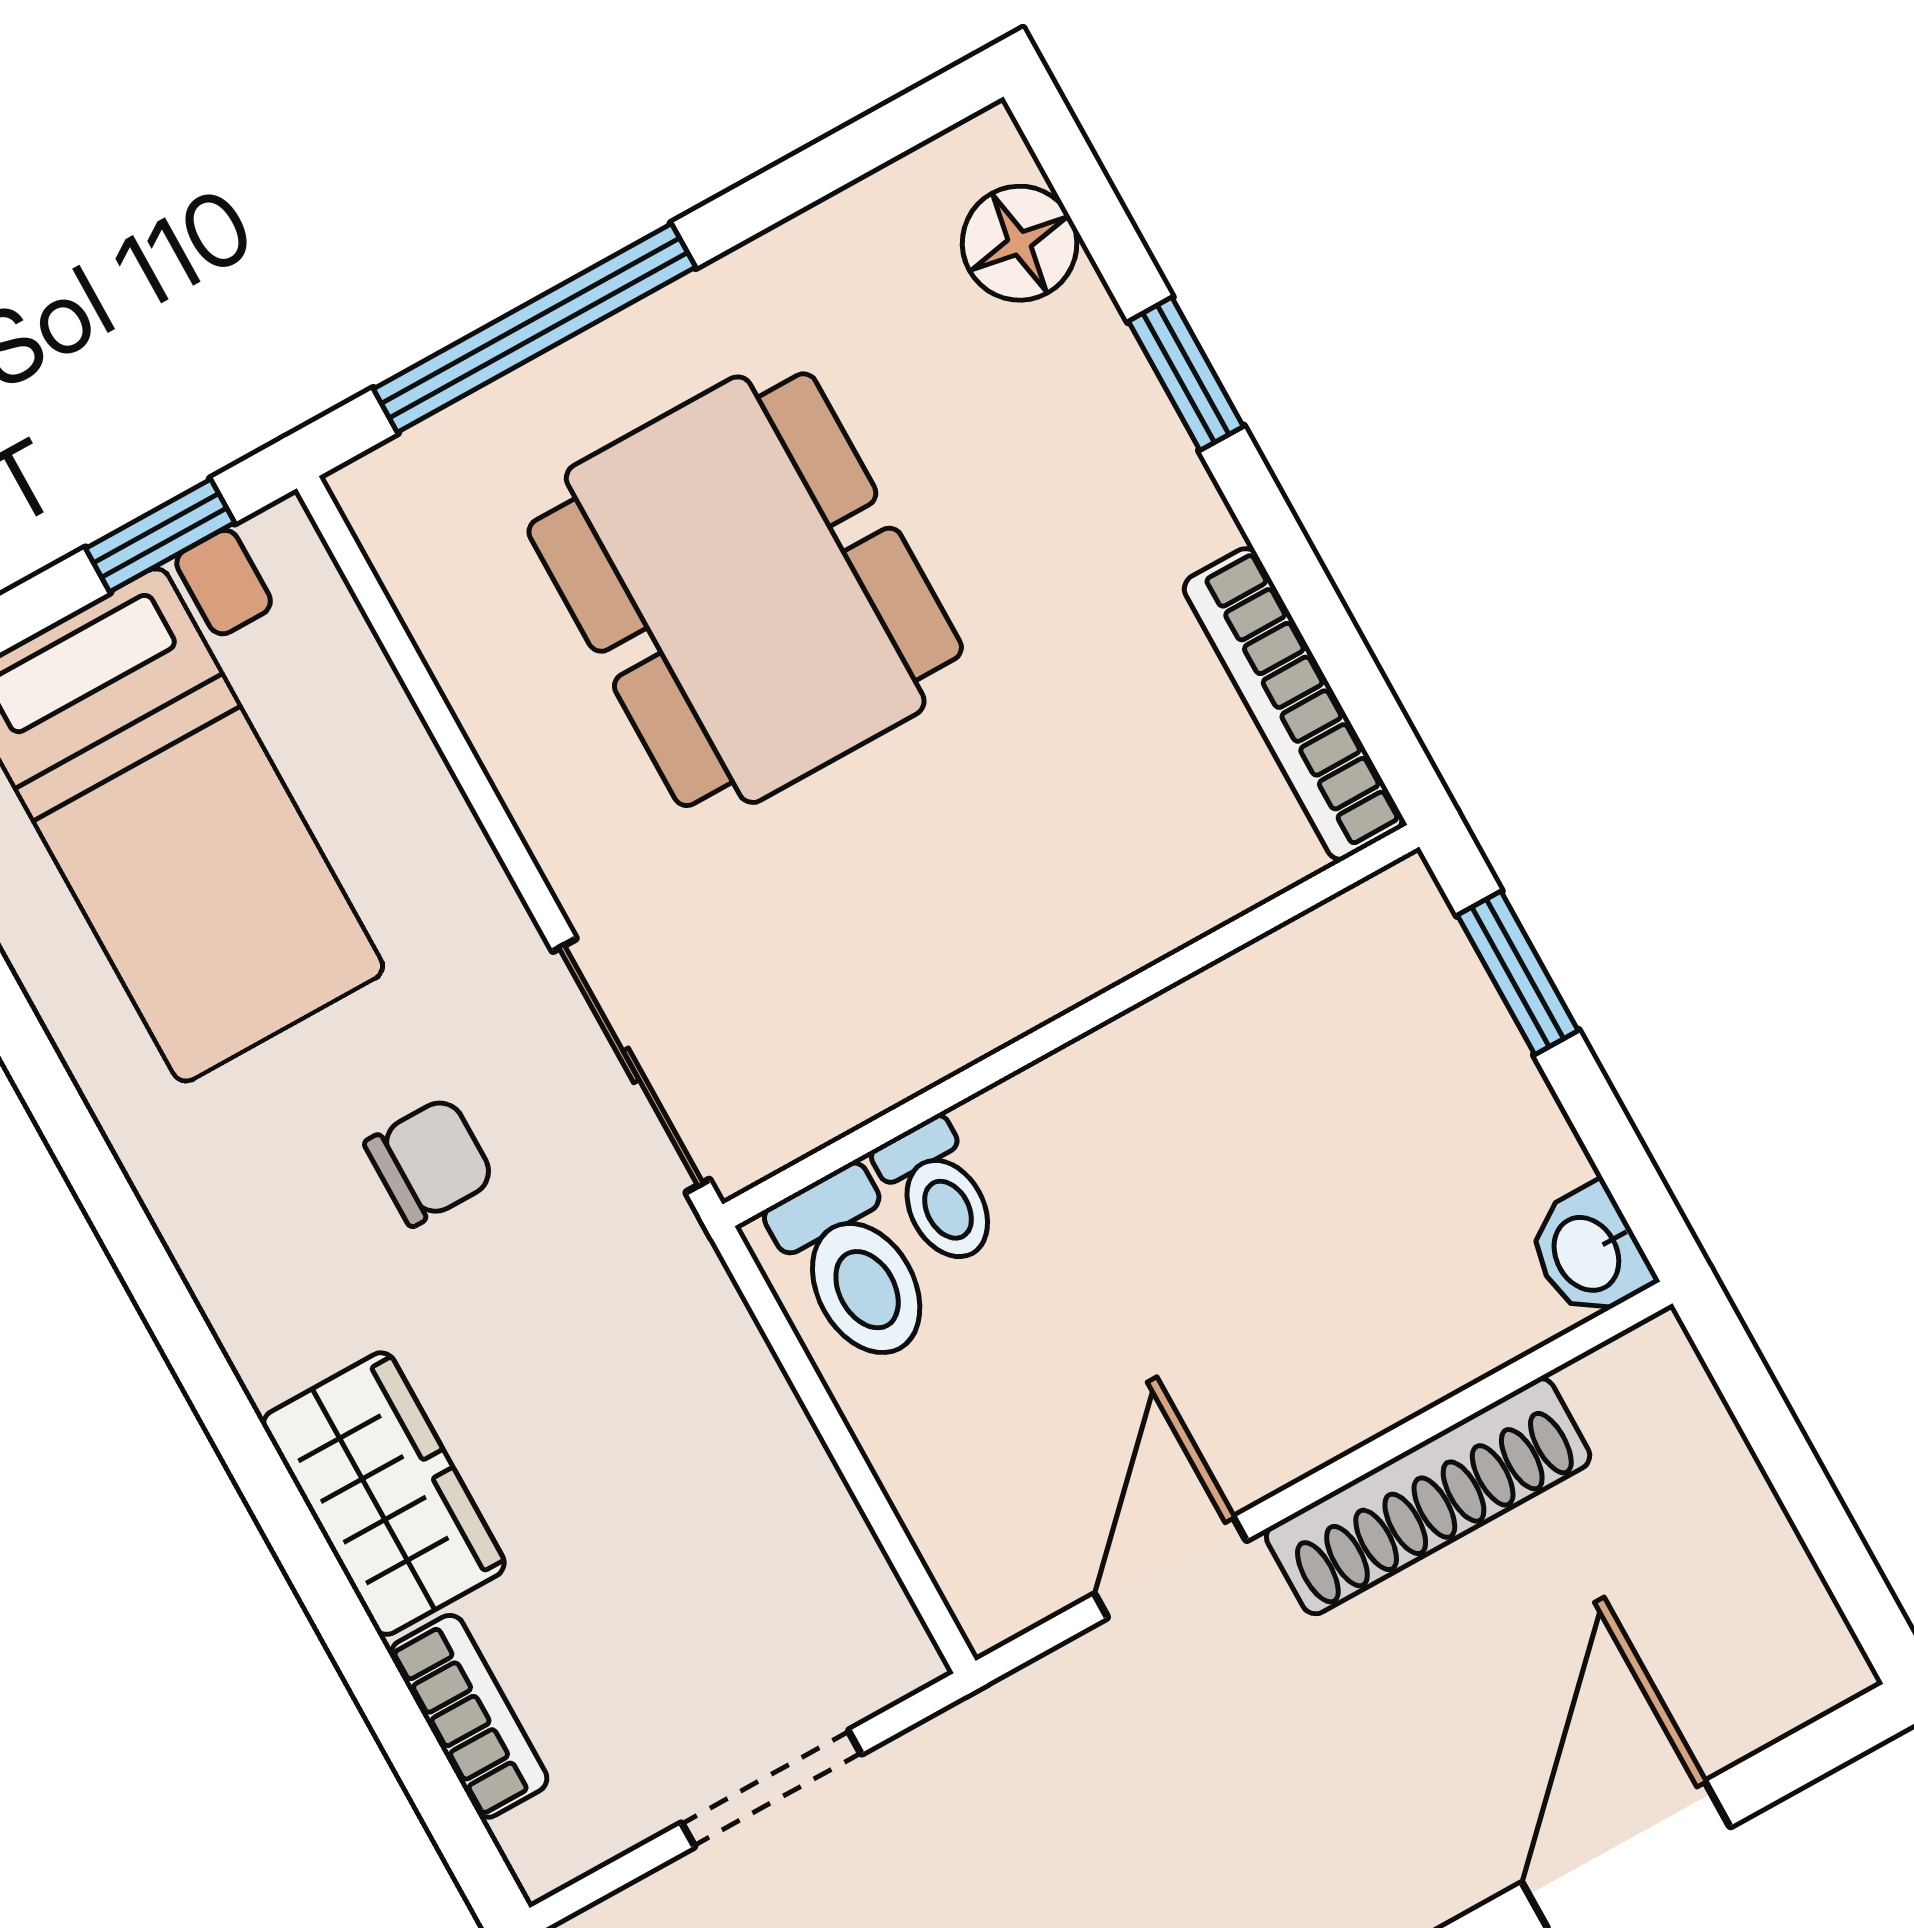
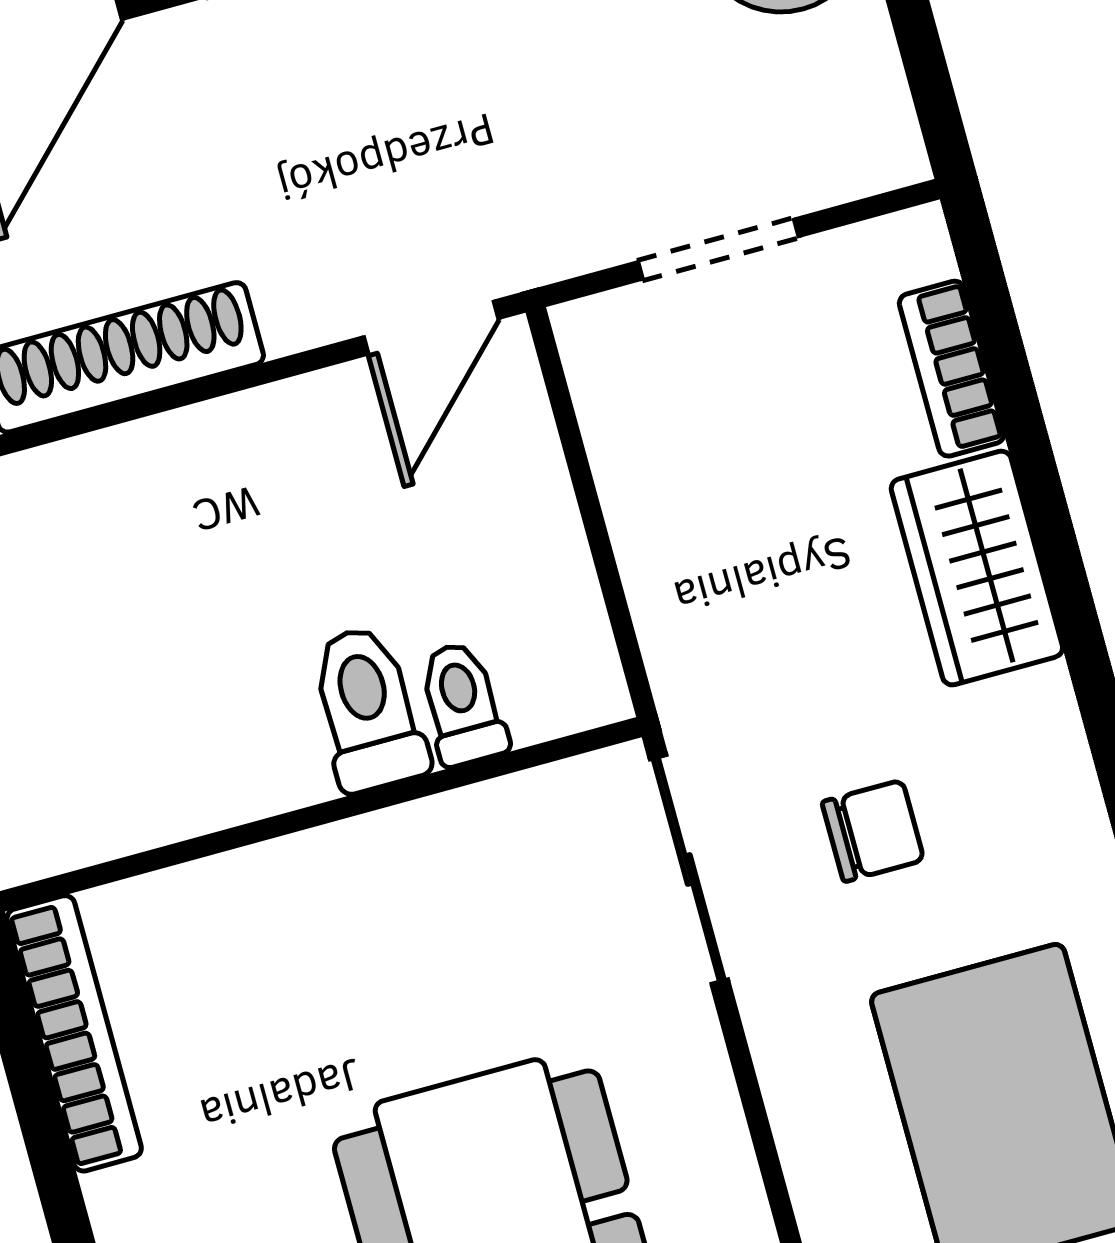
chair: (430, 1161) -> (873, 831), turned 180
toilet: (854, 1267) -> (368, 709), moved
door: (1171, 1567) -> (431, 328), moved

